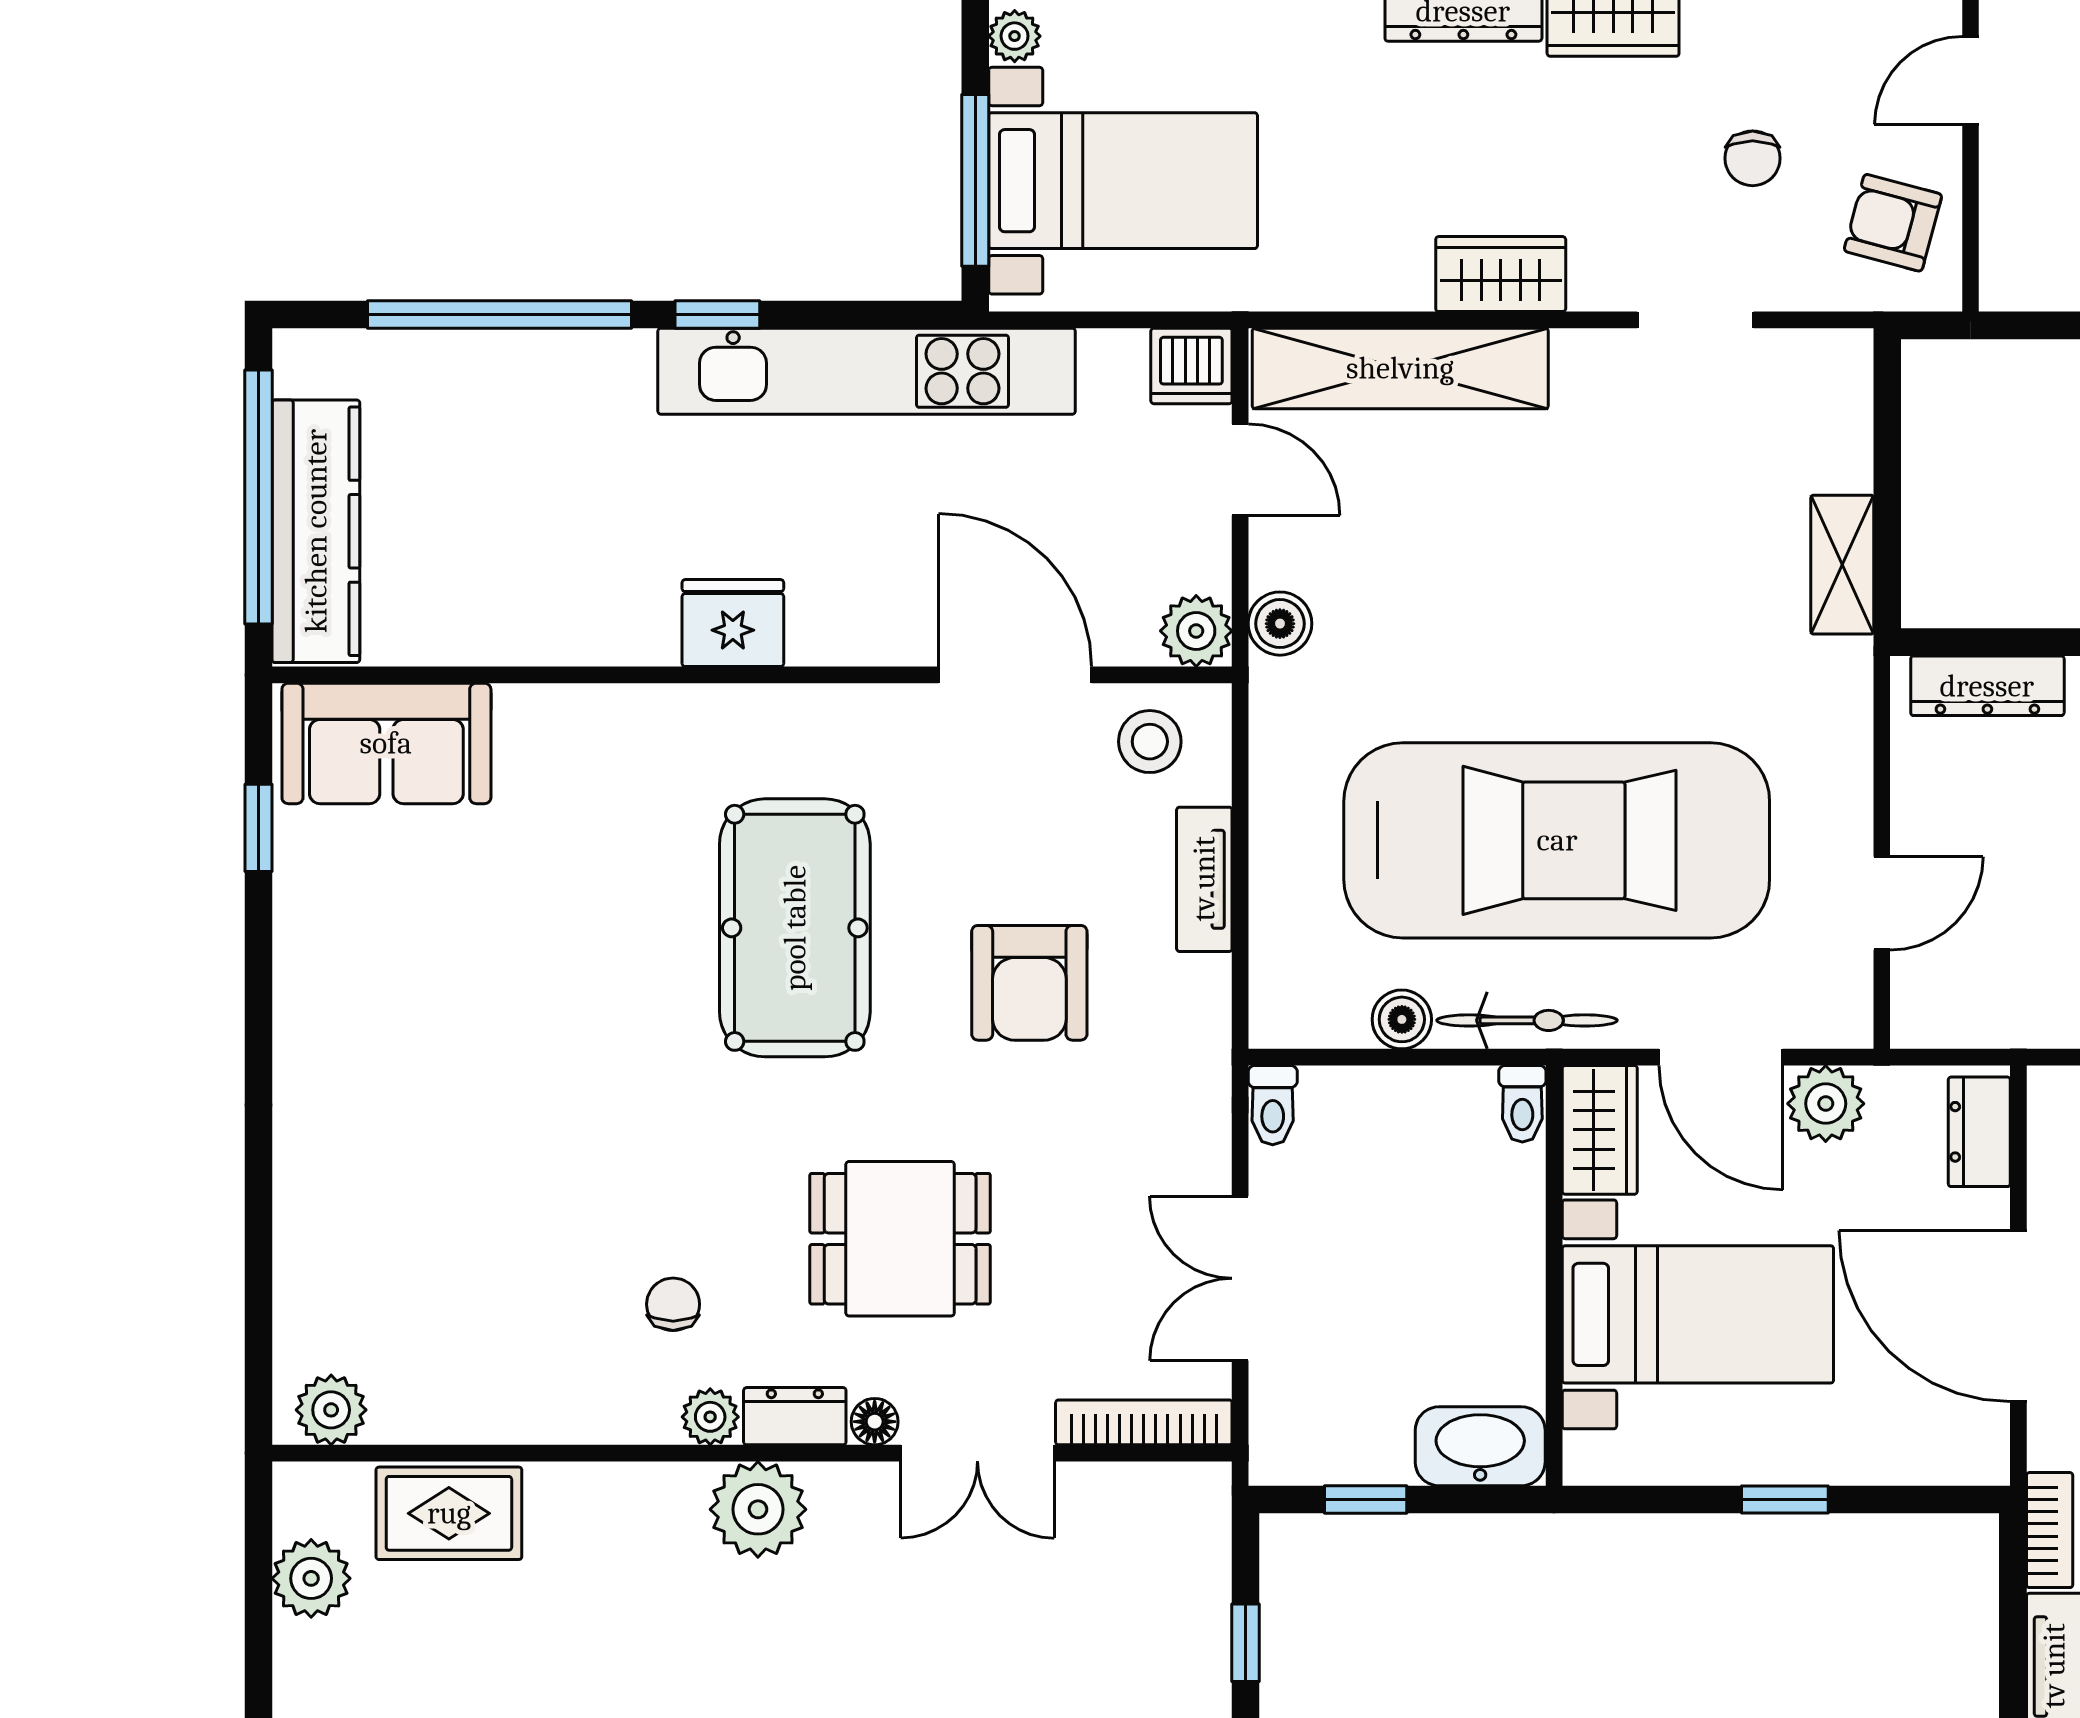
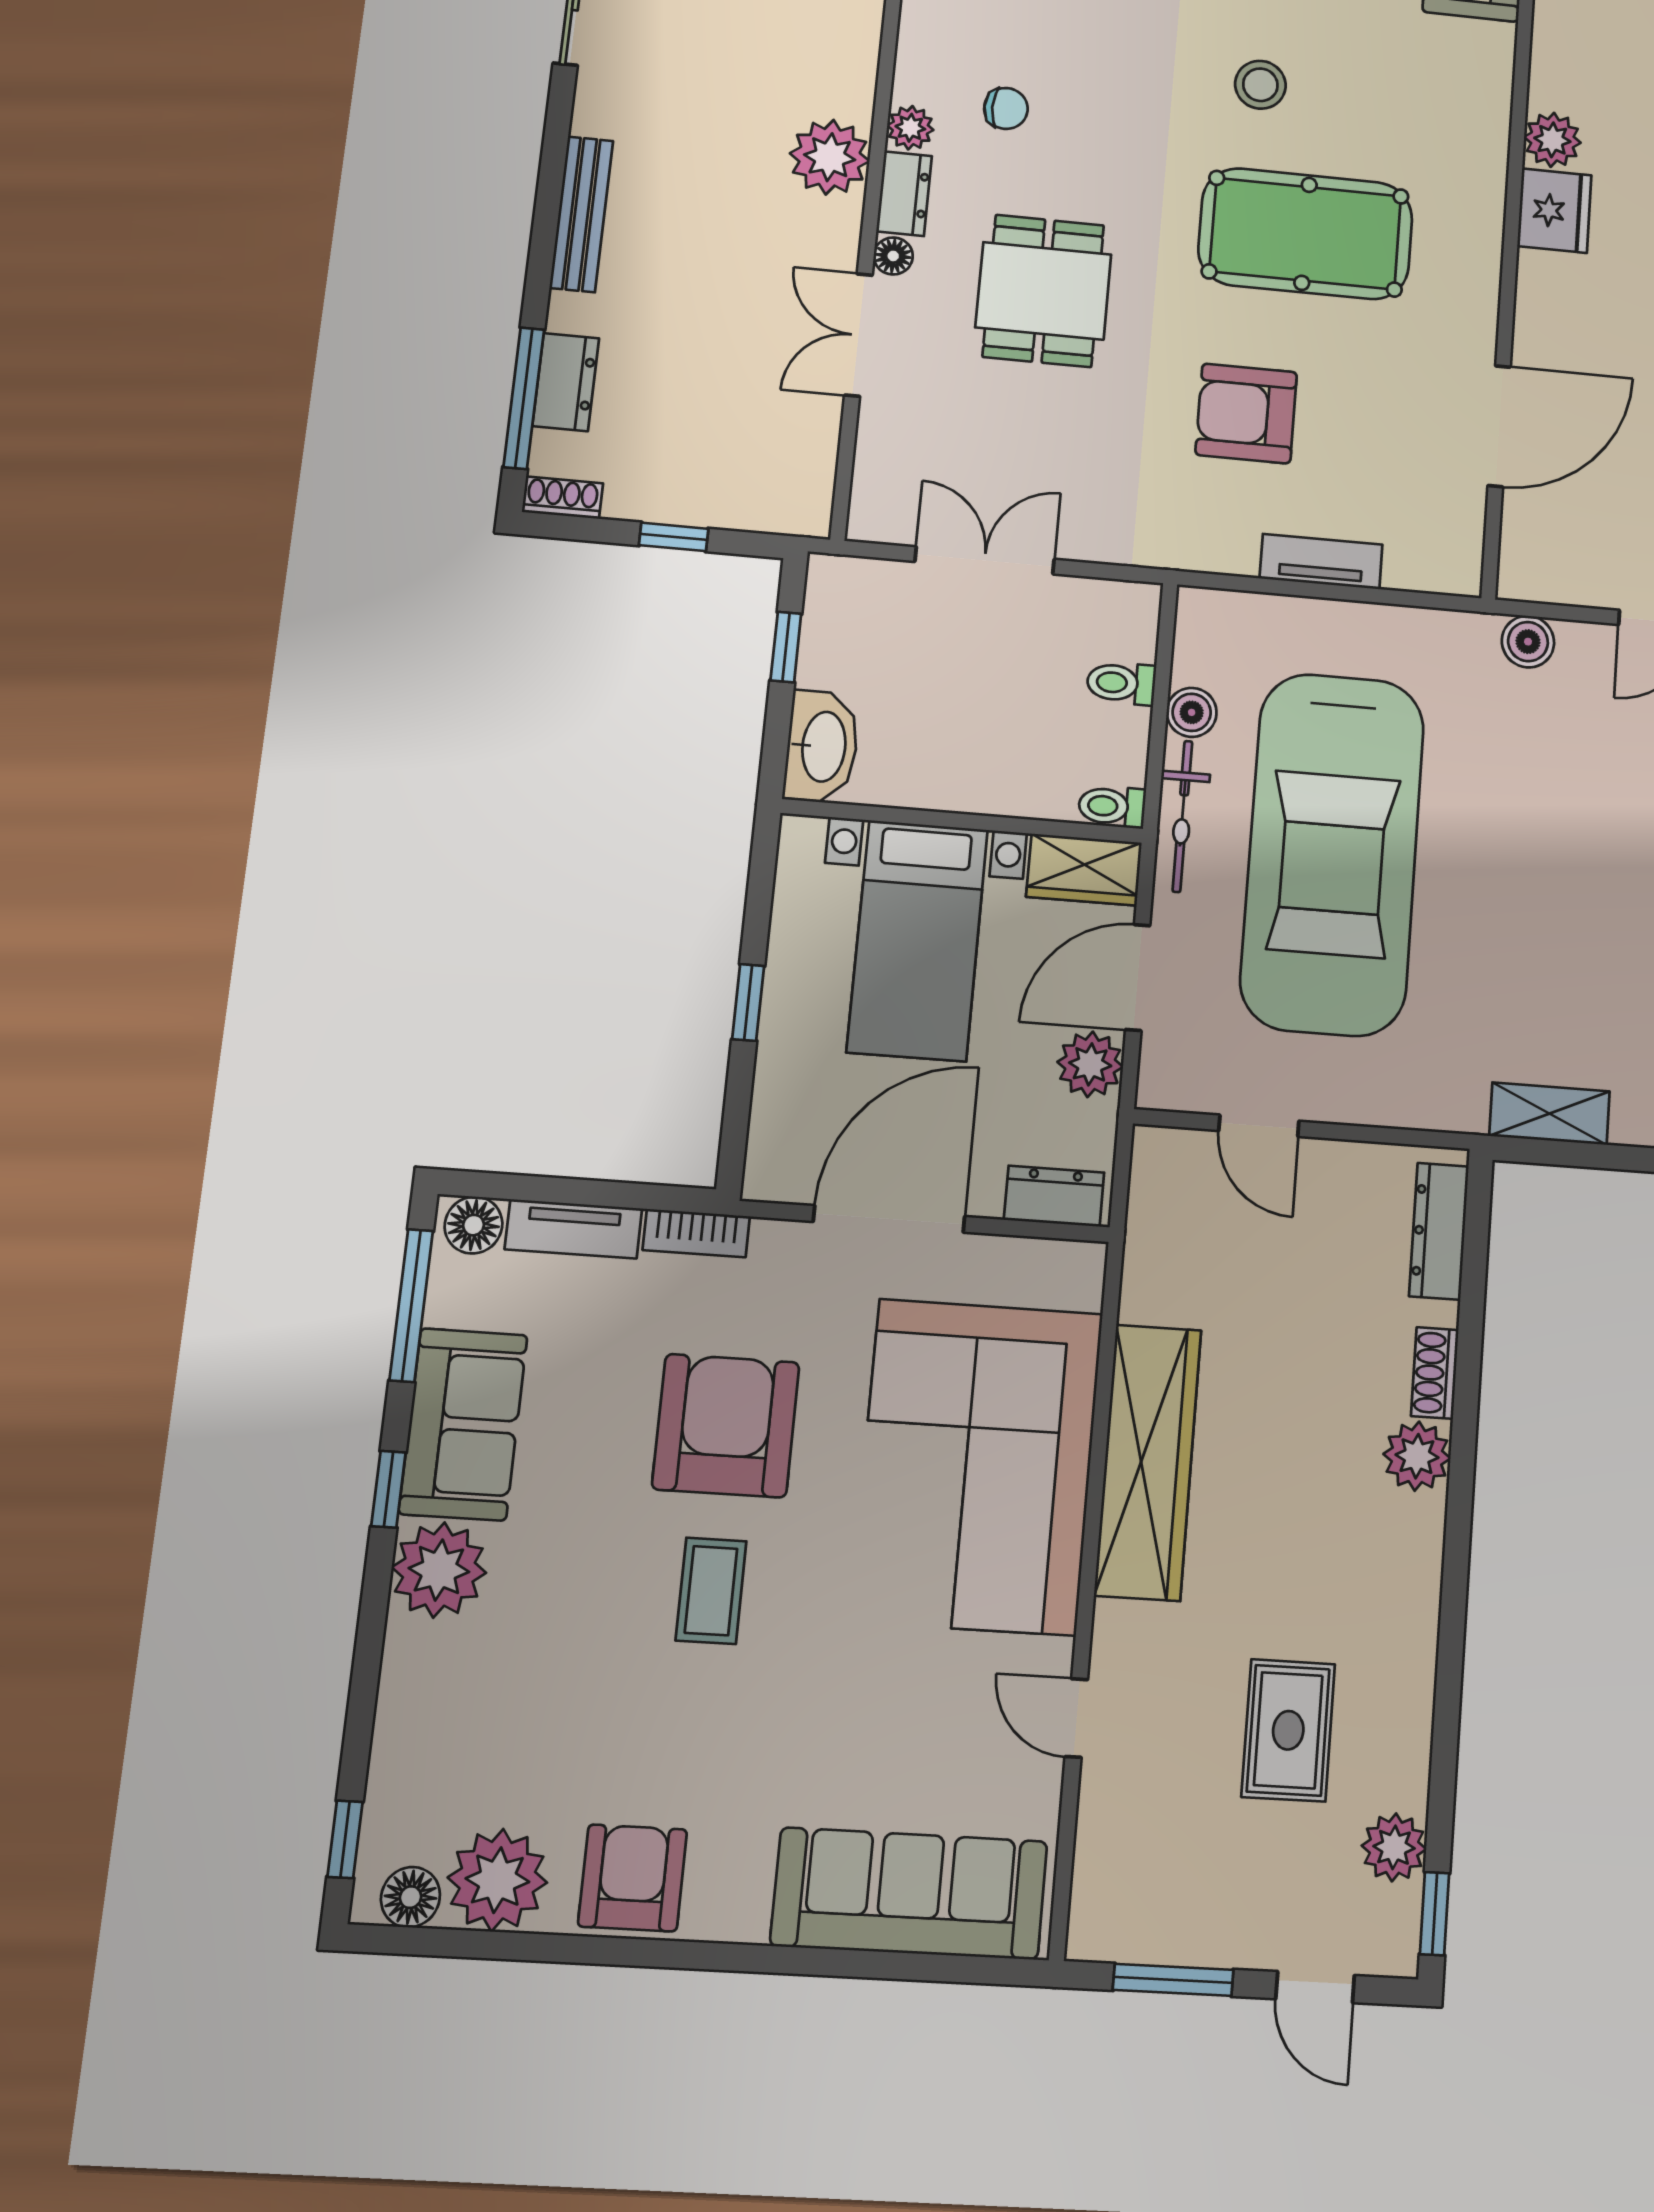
plant: (1196, 631) -> (1552, 140), moved
stool: (1150, 742) -> (1260, 85), moved
toilet: (1273, 1105) -> (1121, 683), moved
bookcase: (1144, 1422) -> (871, 471), removed

